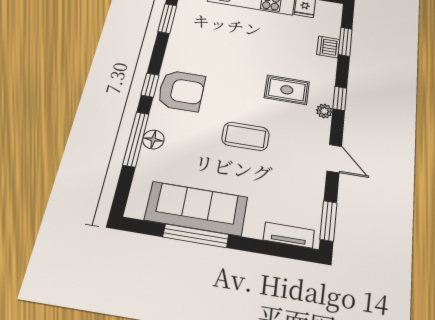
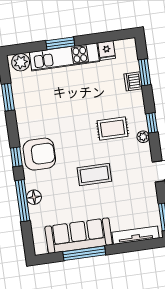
tv unit: (289, 235) -> (135, 235), width x1.41

